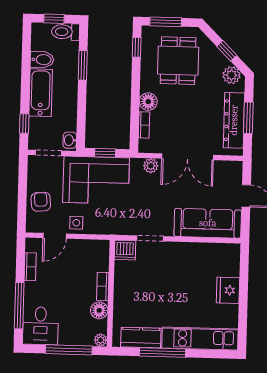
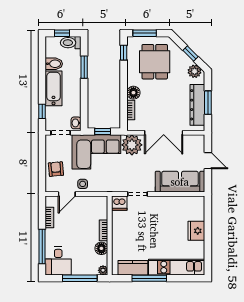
plant: (151, 166) -> (132, 145), width x1.88, depth x1.88

